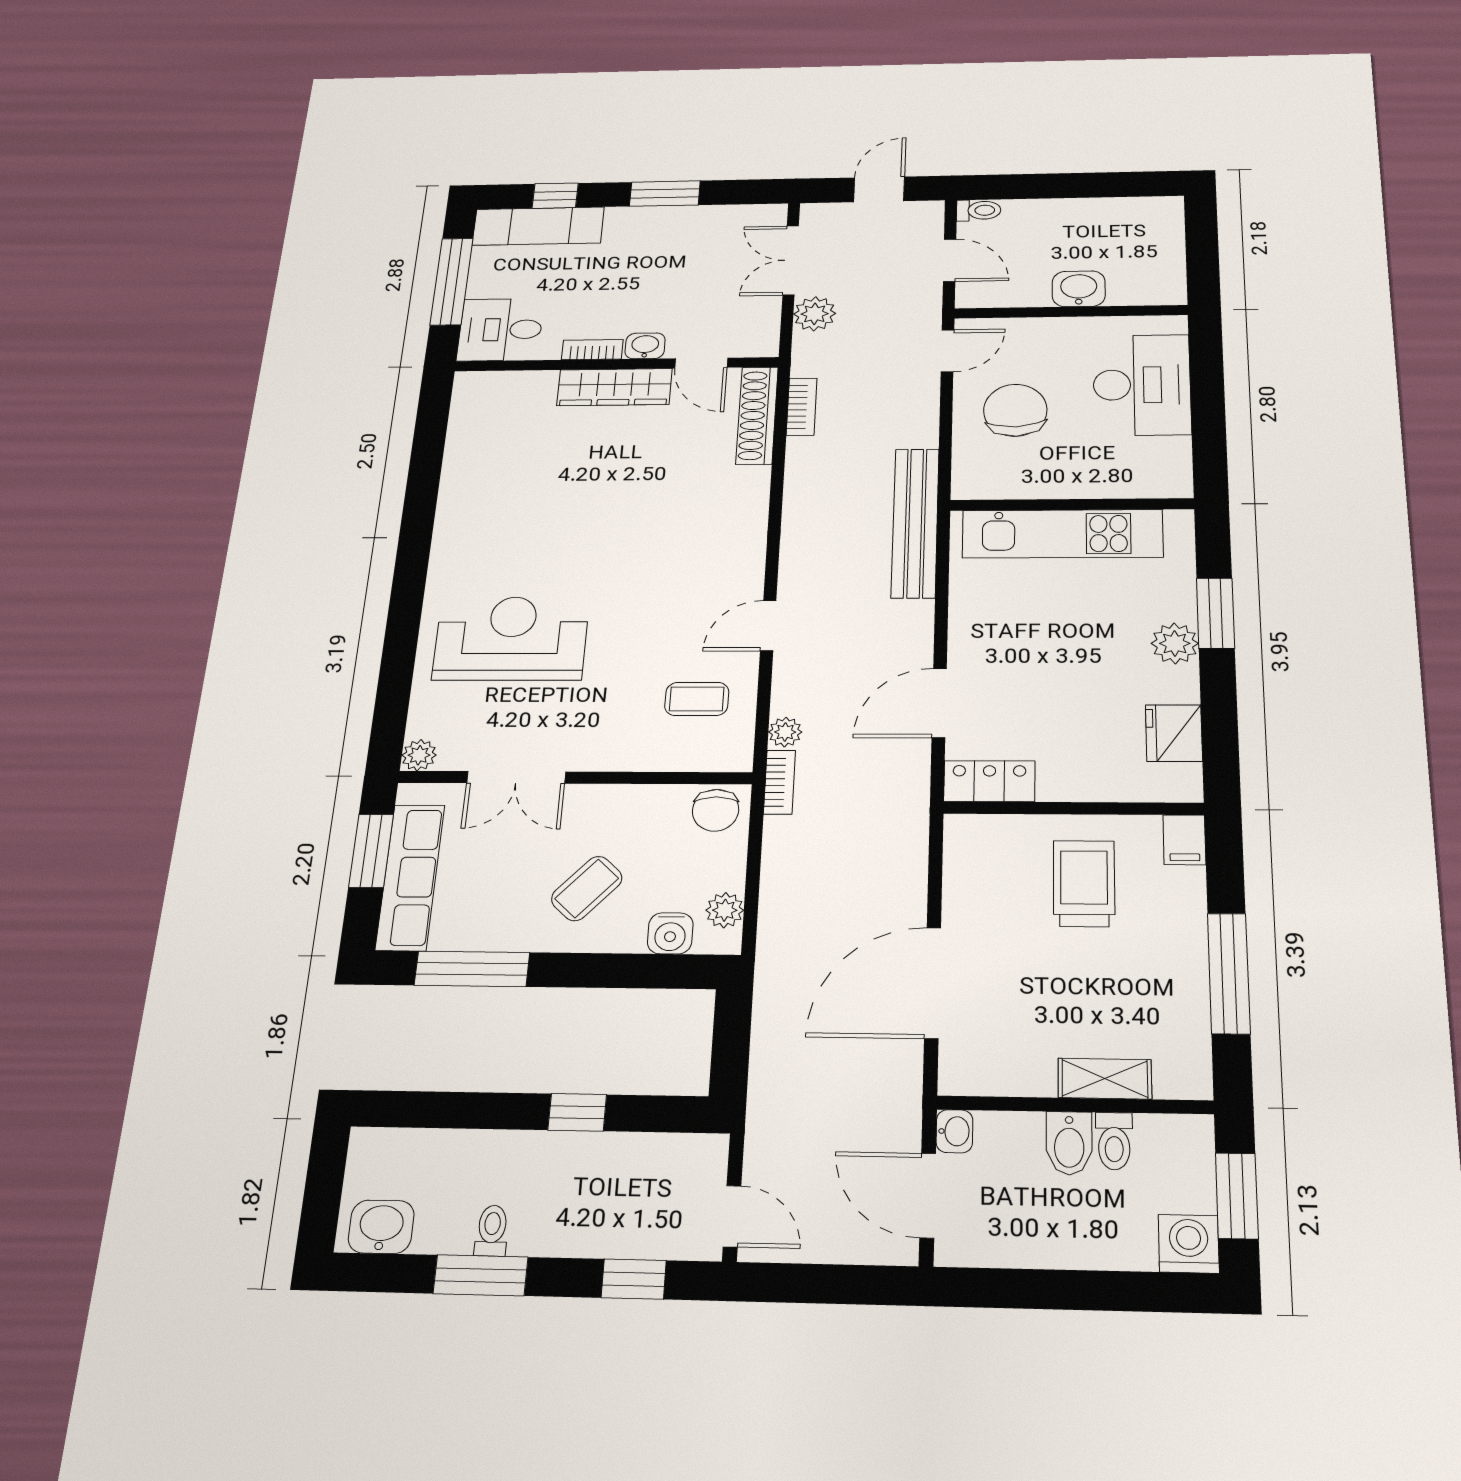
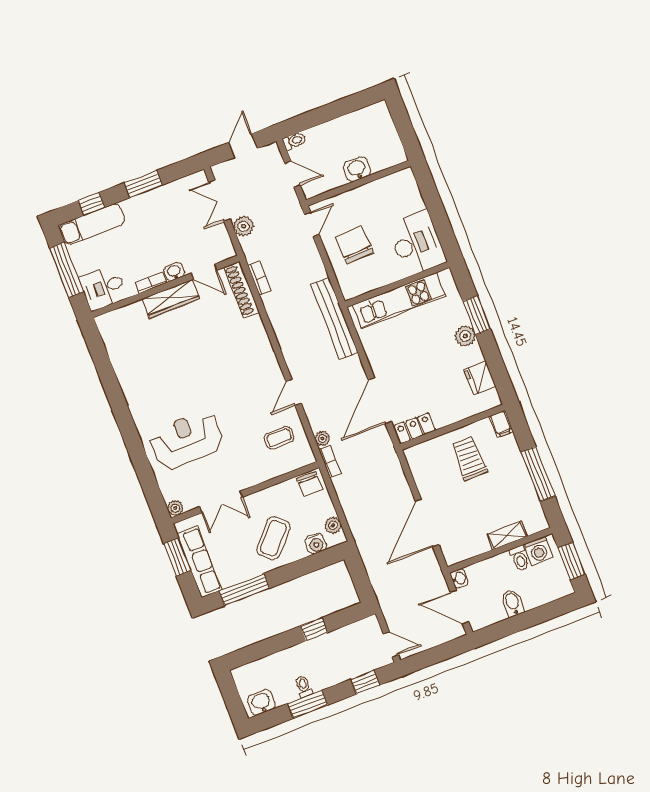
desk: (1142, 385) -> (417, 243), moved
door: (939, 703) -> (380, 401), width x1.36
coffee table: (587, 888) -> (274, 538), width x1.36, depth x1.30
bidet: (1069, 1143) -> (513, 603), moved, turned 180
washing machine: (1189, 1244) -> (538, 551), moved, turned 180

